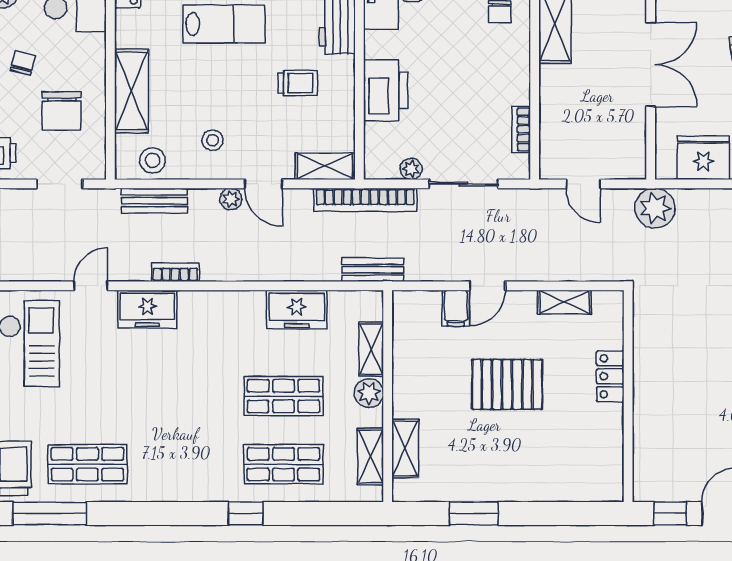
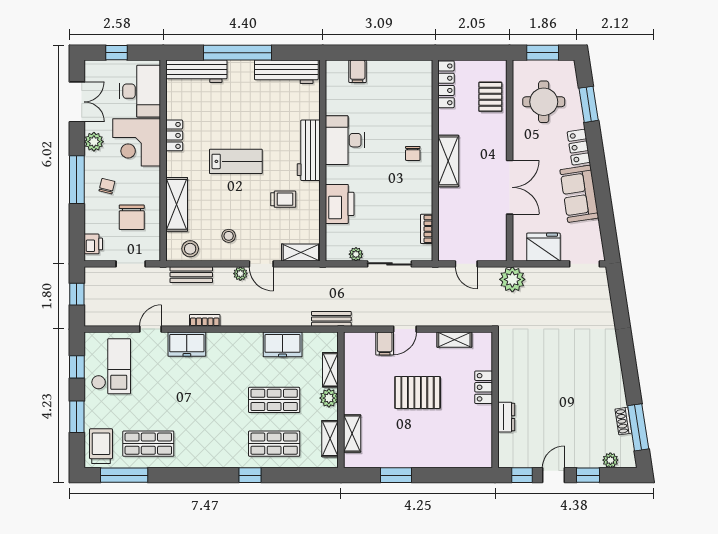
bookcase: (365, 200) -> (327, 274), removed
dresser: (645, 423) -> (506, 417), added

